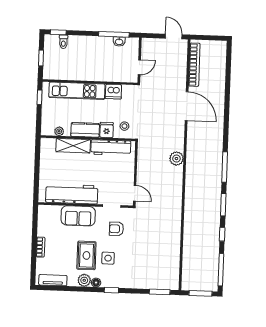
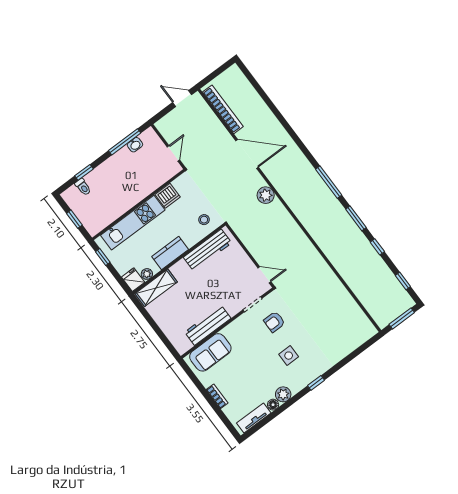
window: (58, 32) -> (84, 172), moved
fridge: (107, 130) -> (133, 280), moved
shelving: (73, 146) -> (156, 288), moved
plant: (176, 159) -> (266, 195), moved
workbench: (72, 194) -> (208, 325), width x0.73, depth x0.76
sofa: (78, 216) -> (210, 352), moved
rug: (86, 255) -> (266, 369), removed
window: (221, 270) -> (403, 281), width x0.46
floor lamp: (96, 283) -> (273, 405), moved
window: (160, 292) -> (362, 348), removed

